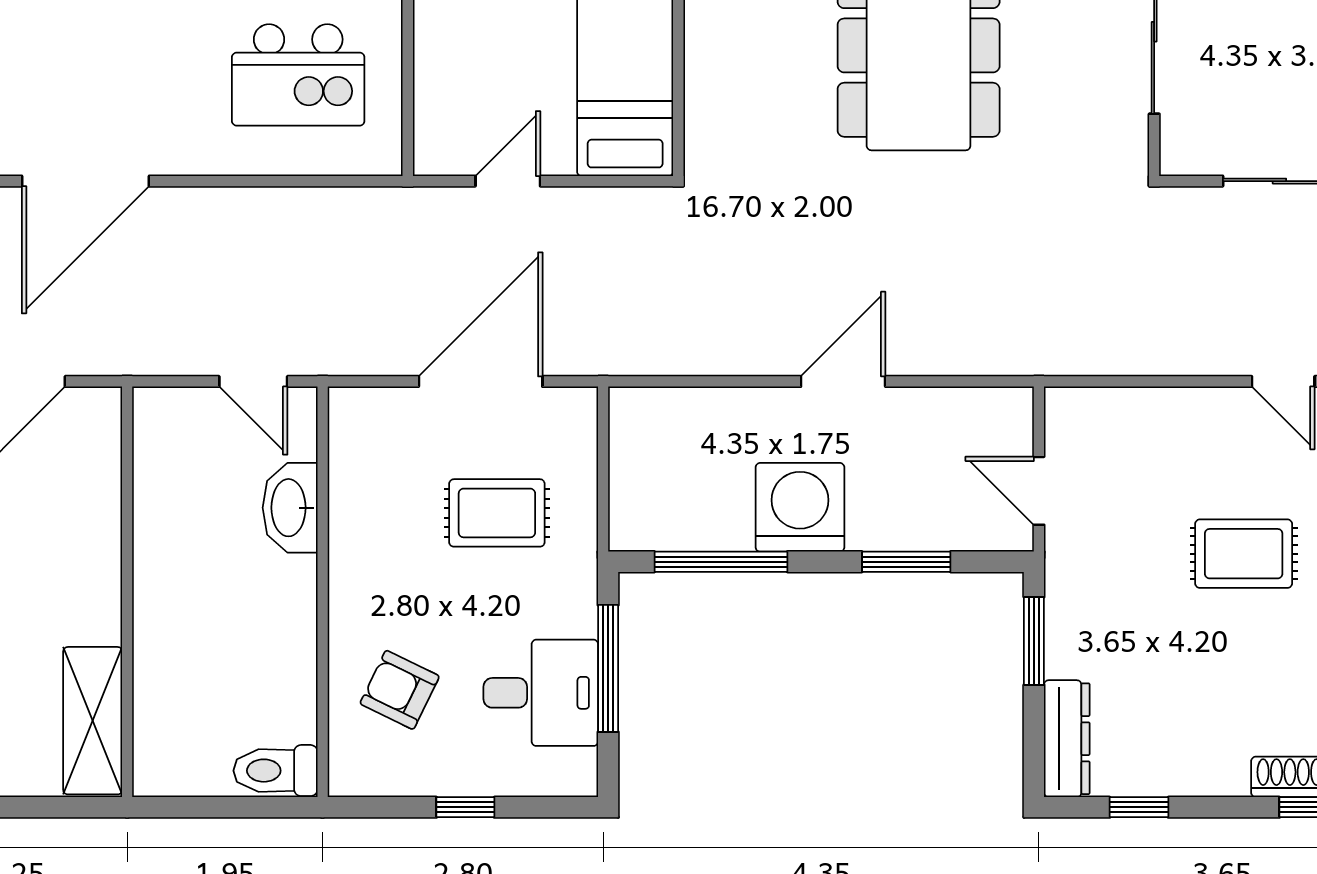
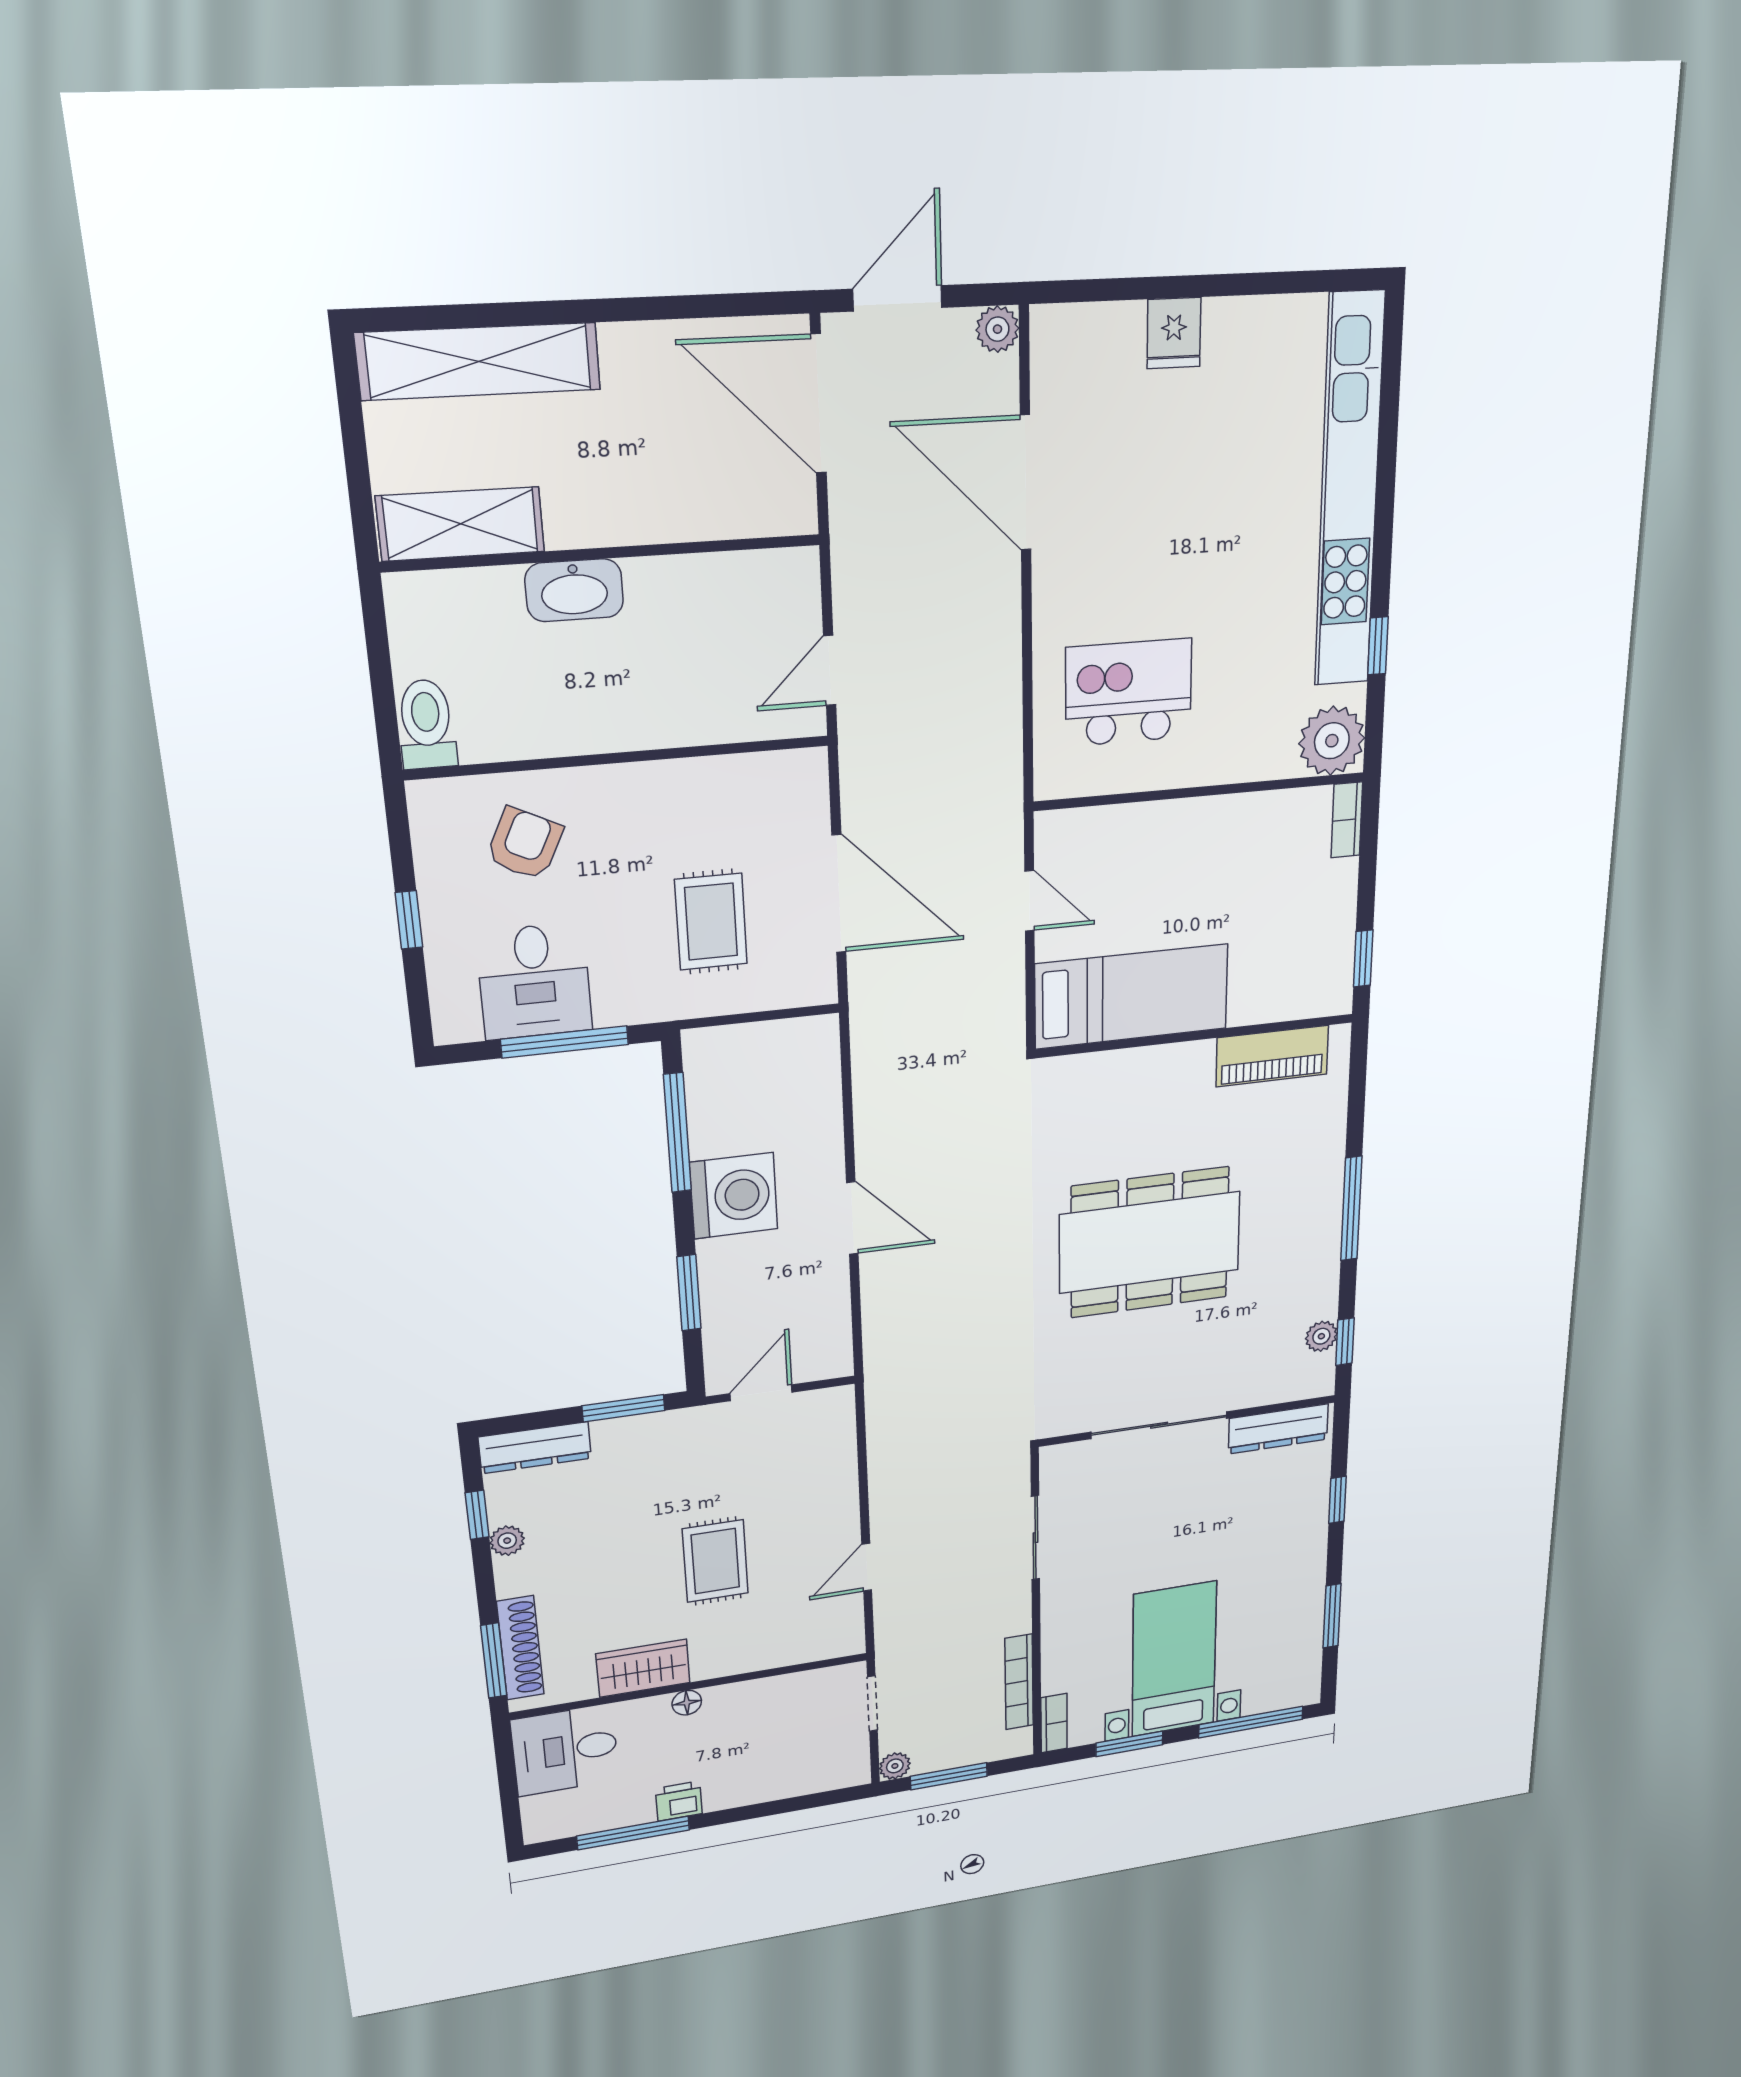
kitchen island: (298, 75) -> (1129, 692), turned 90
washbasin: (290, 508) -> (574, 590), moved, turned 180
plant: (1177, 778) -> (507, 1541), added

